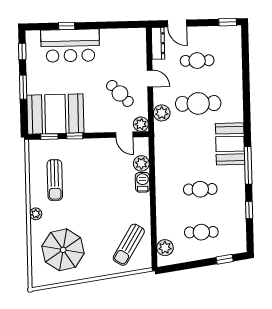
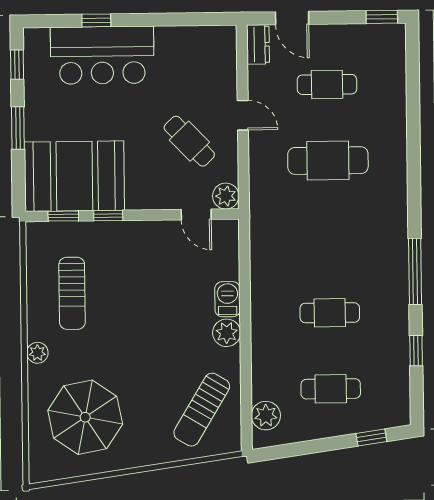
dresser: (158, 43) -> (258, 44), width x0.70
plant: (162, 113) -> (263, 177), removed
booth: (230, 144) -> (383, 233), removed
plant: (141, 163) -> (227, 333), moved

